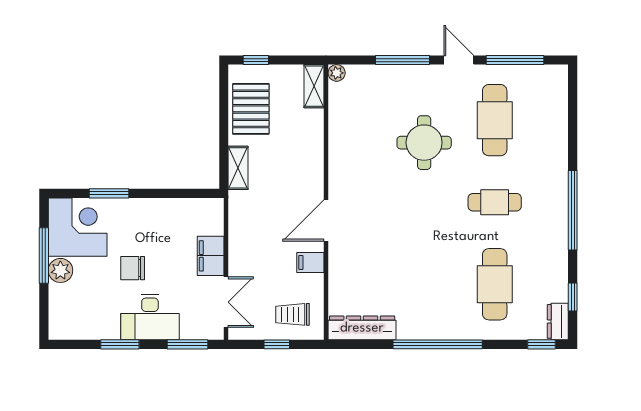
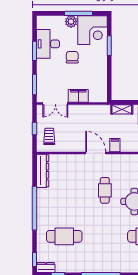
cafe table: (495, 202) -> (105, 190), moved
filing cabinet: (310, 262) -> (115, 145), moved
desk: (150, 317) -> (48, 44), moved

